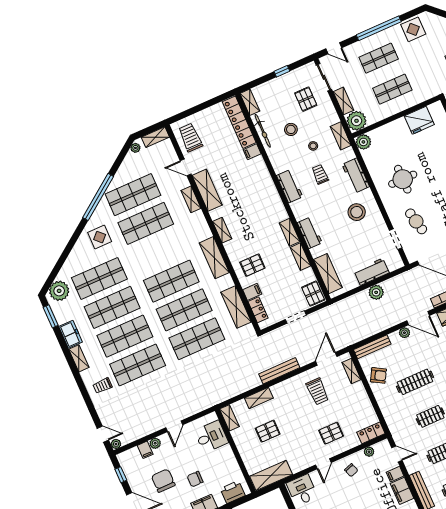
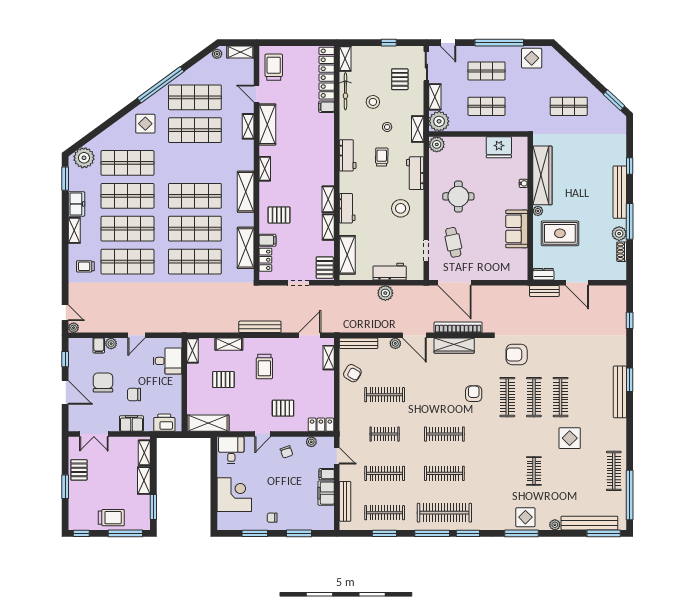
trolley: (317, 391) -> (264, 366), moved

